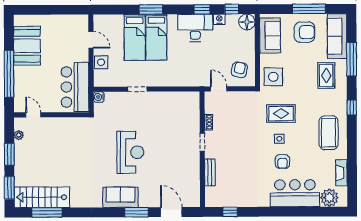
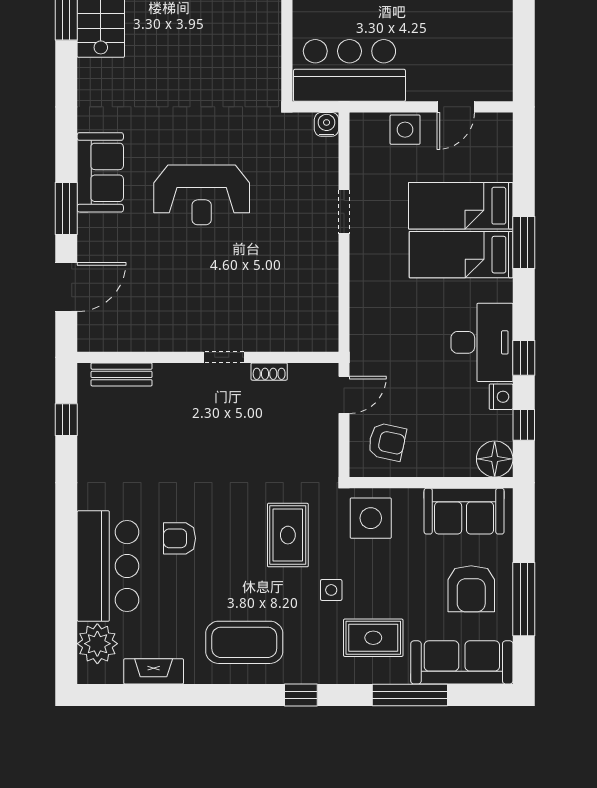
side table: (279, 139) -> (331, 590), moved
bench: (210, 173) -> (122, 374), moved

